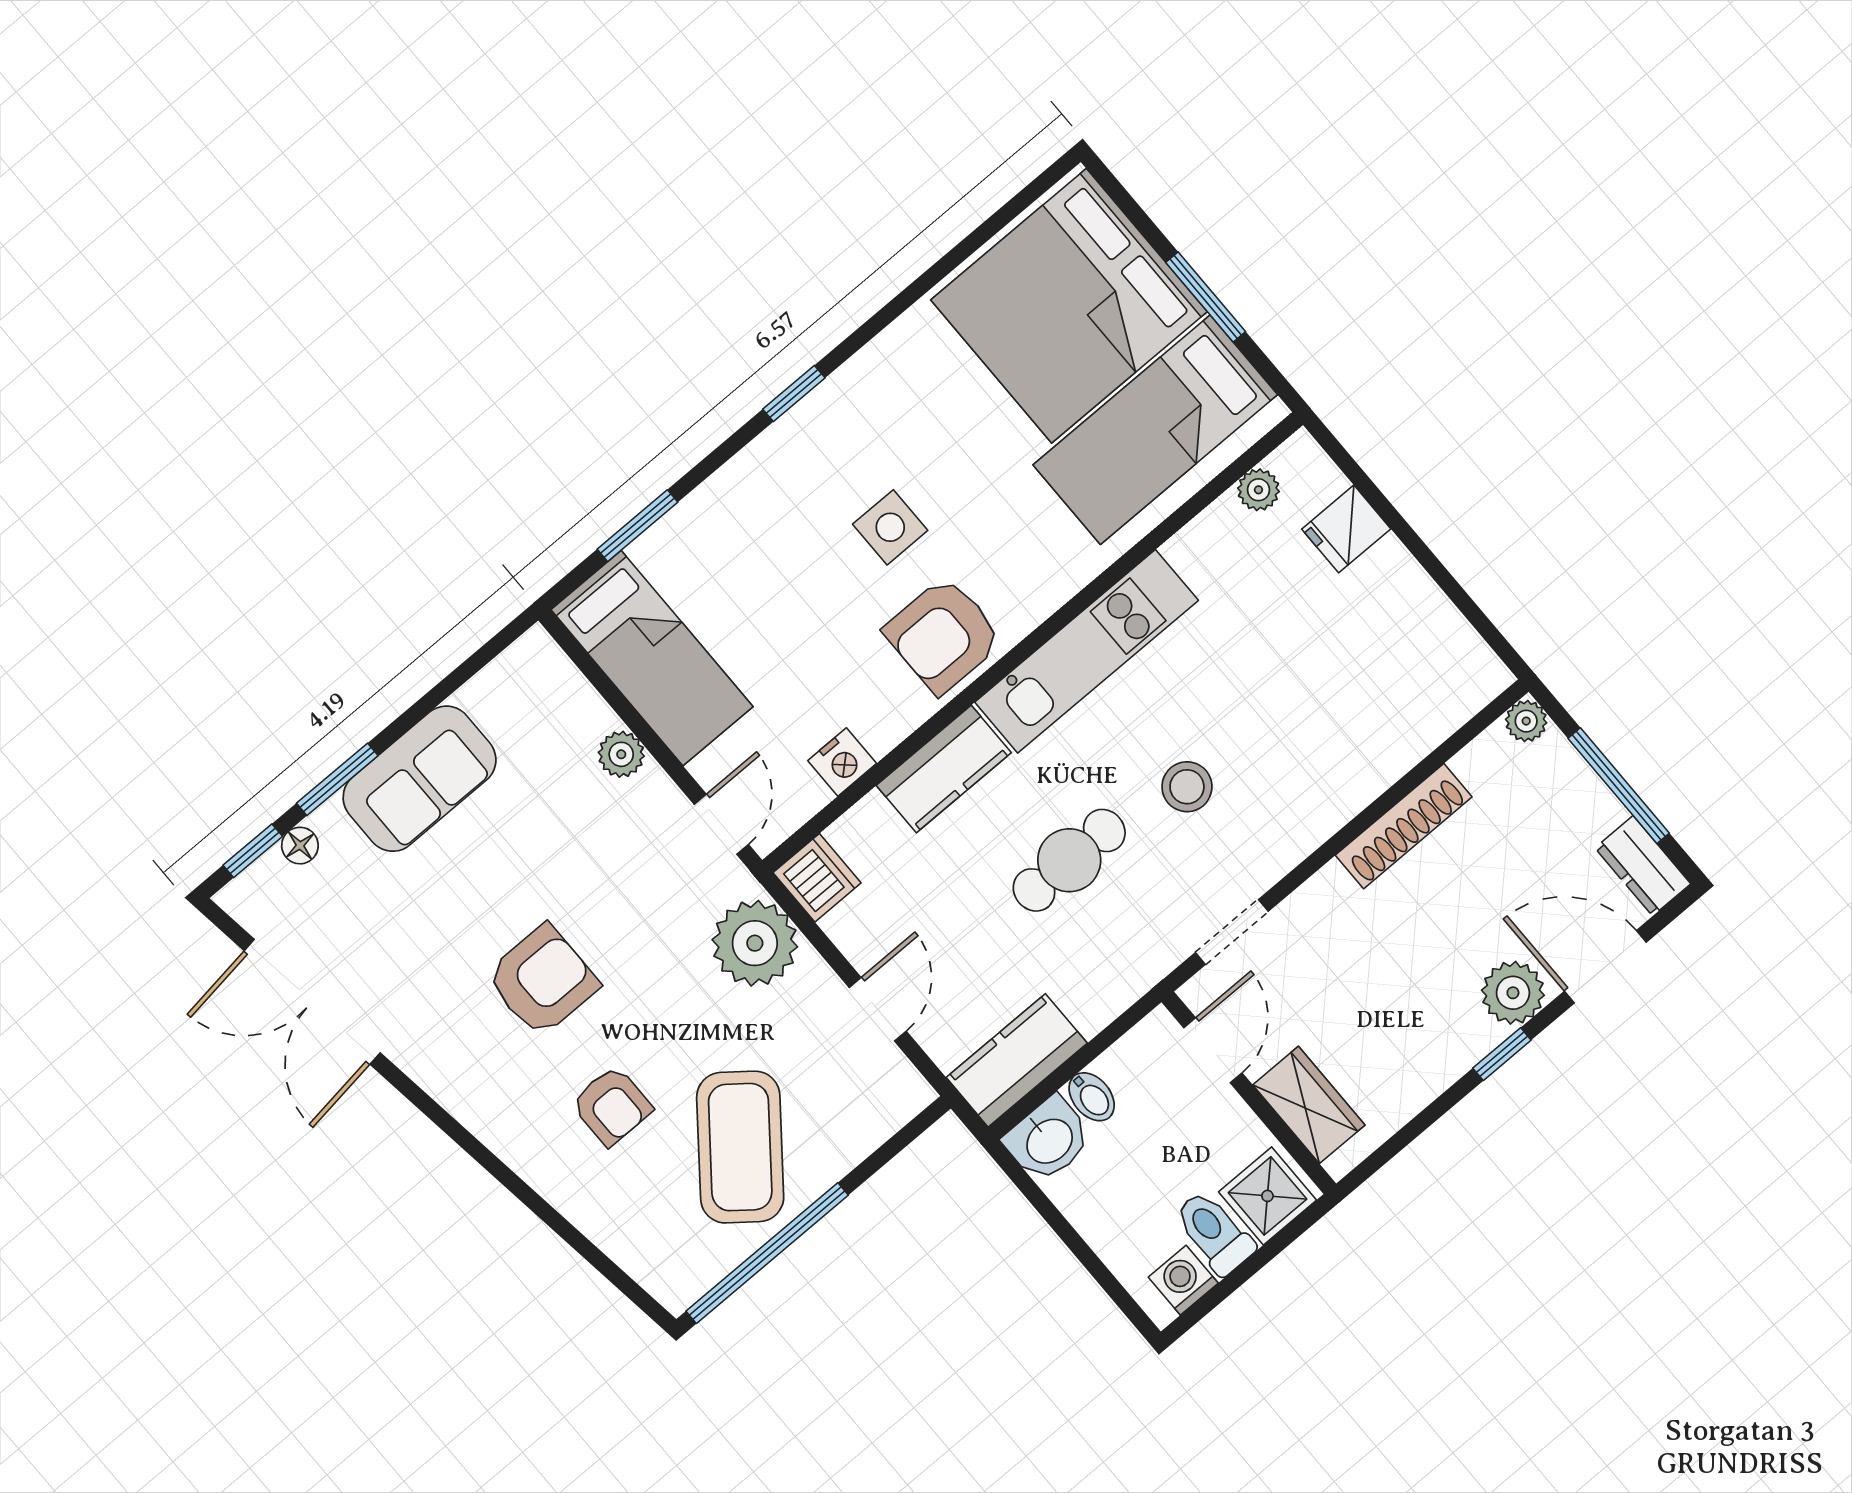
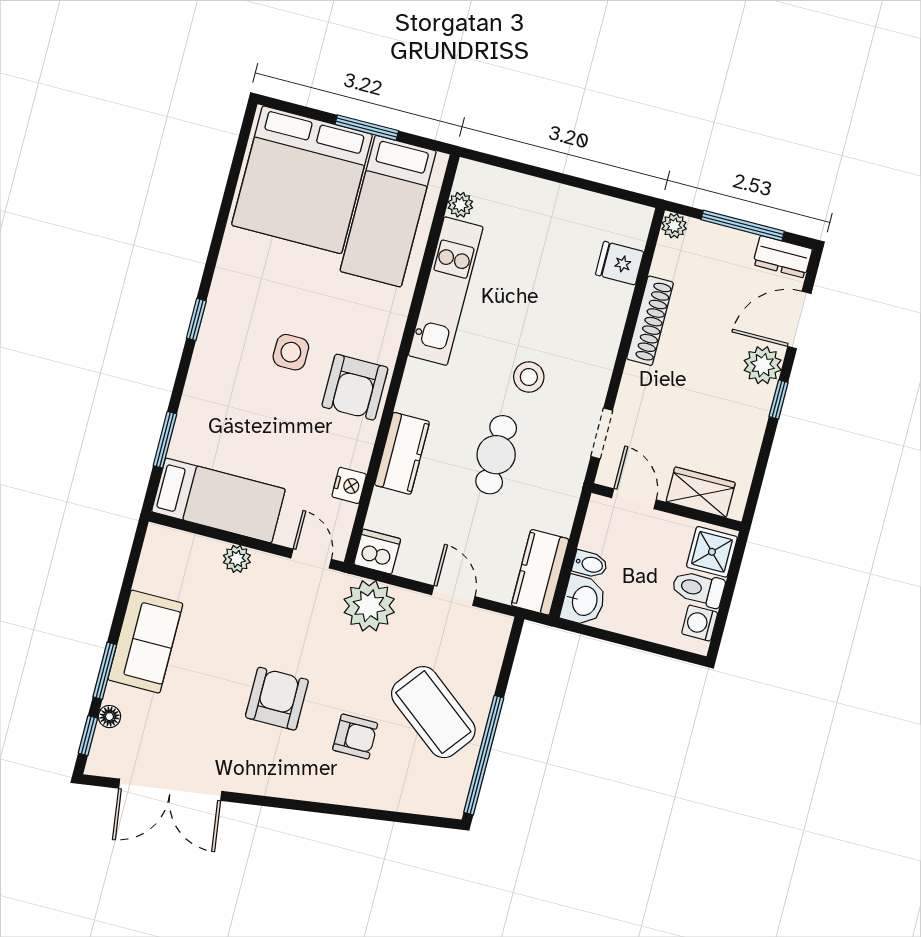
fridge: (1346, 529) -> (620, 263), moved, turned 90
kitchen unit: (1087, 651) -> (446, 291), moved

